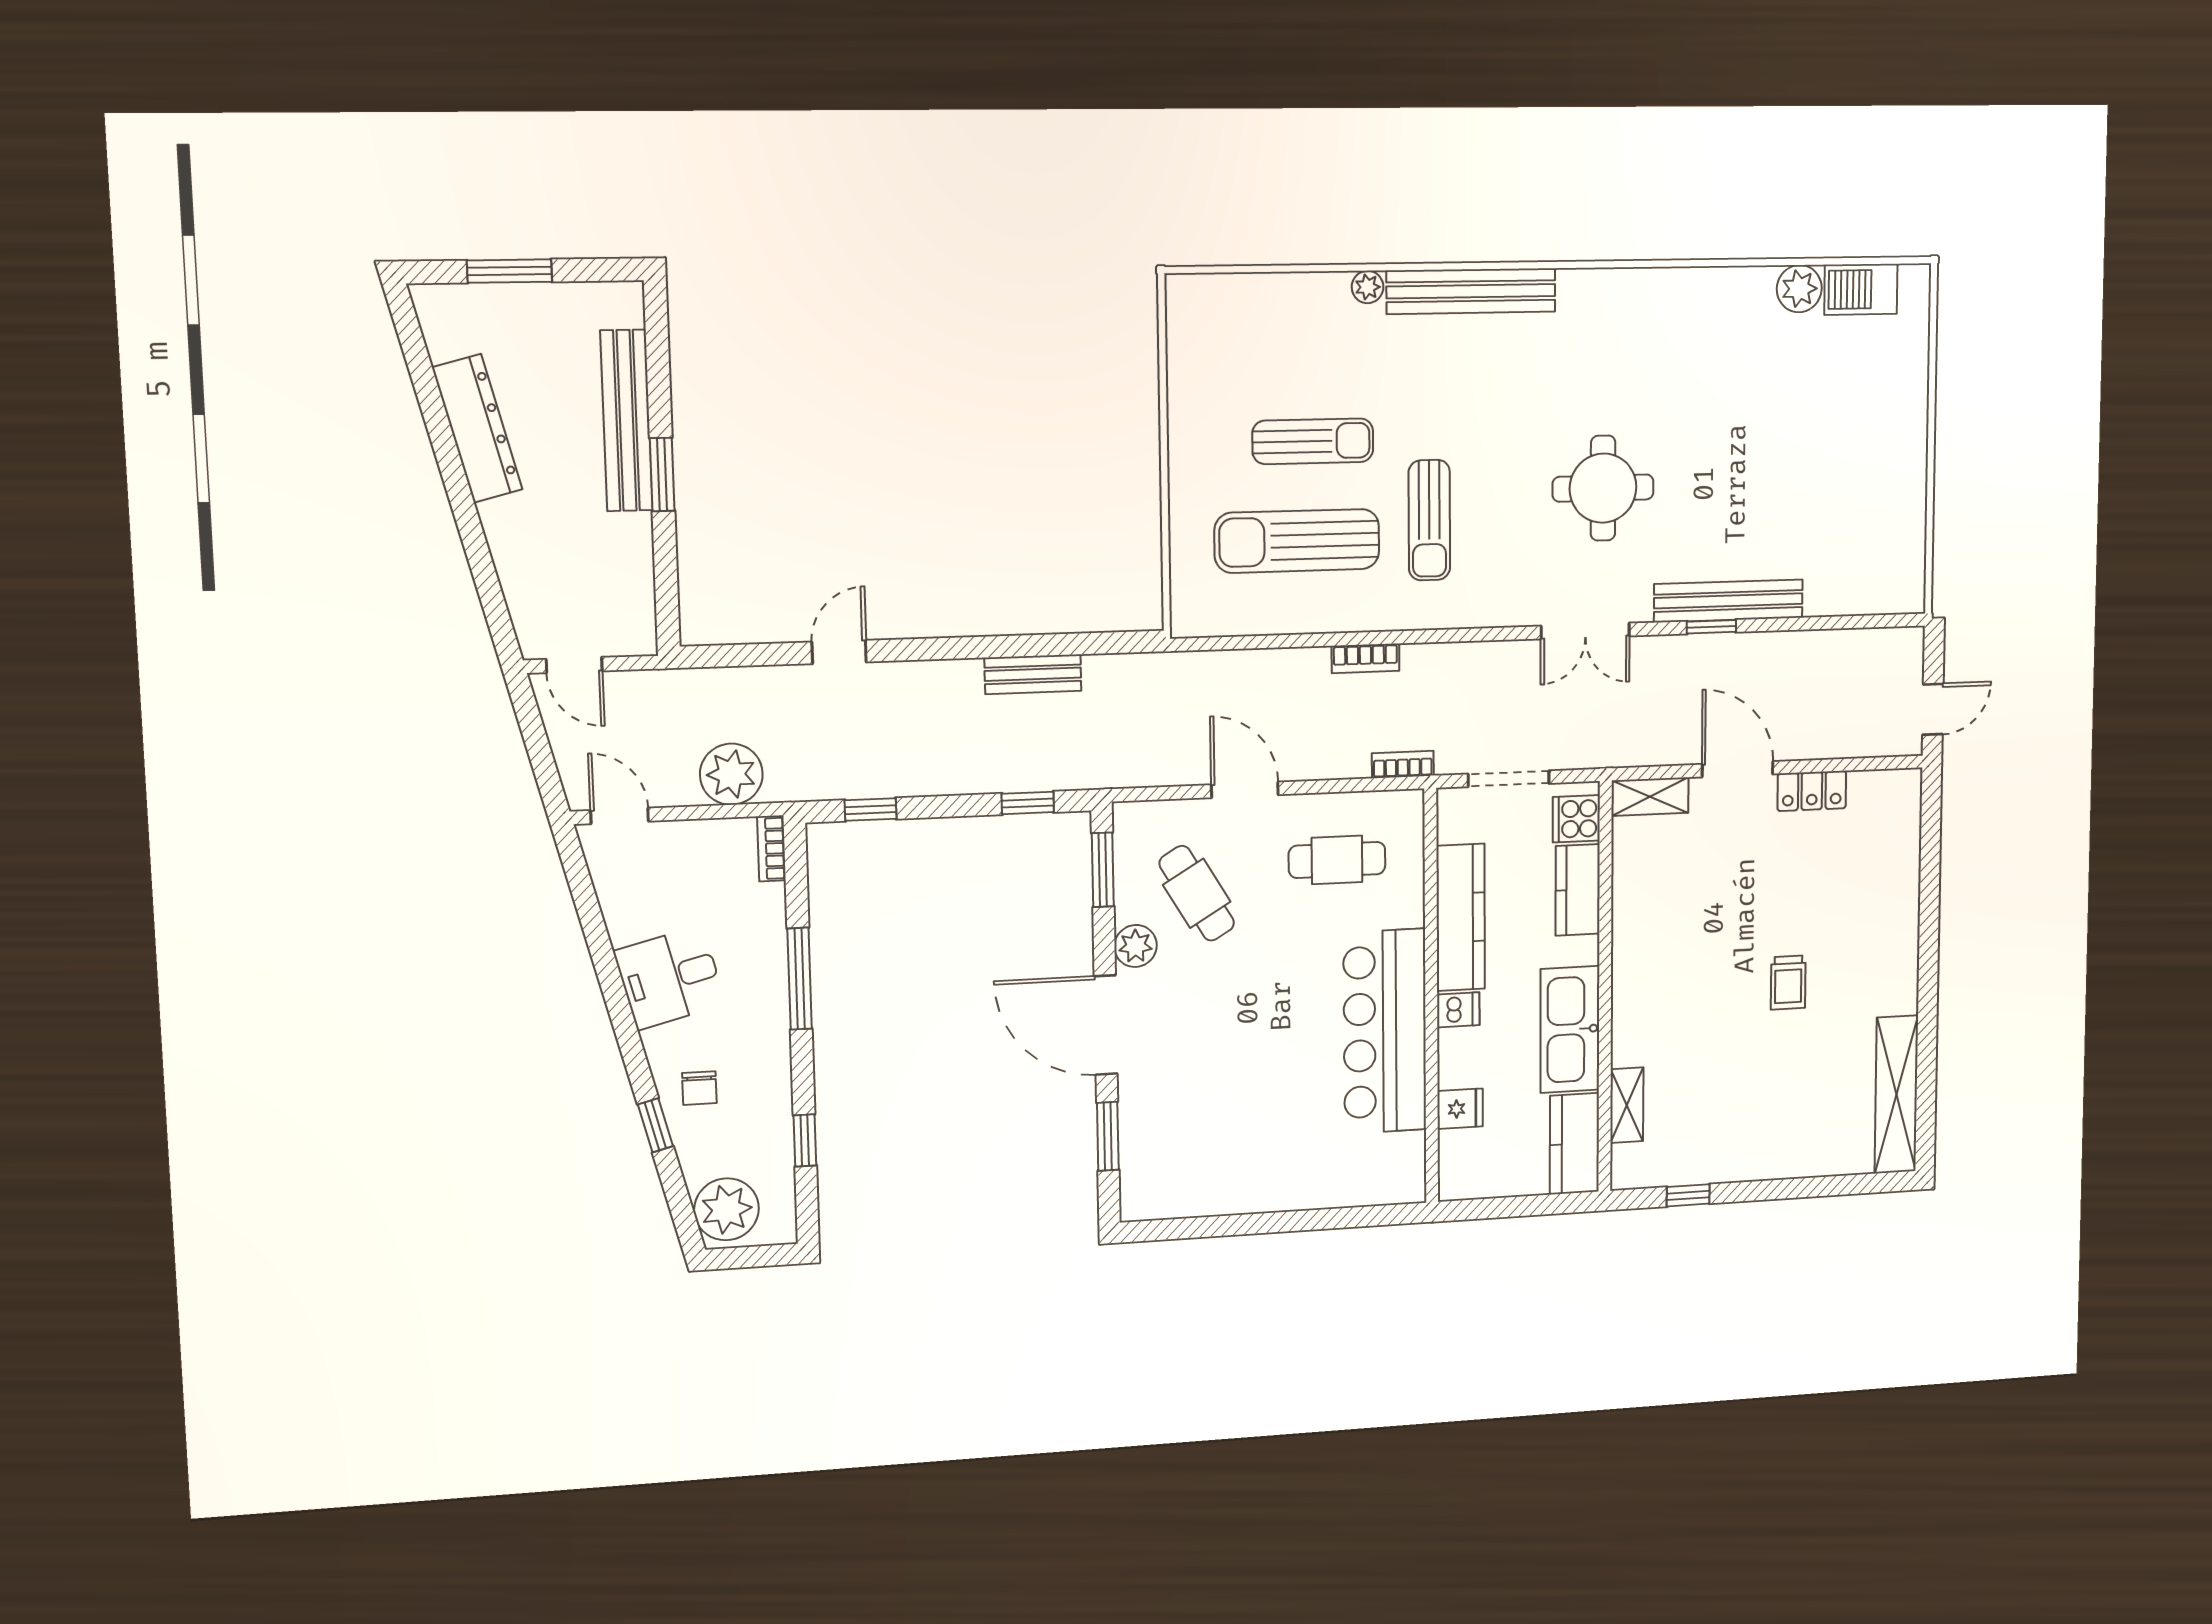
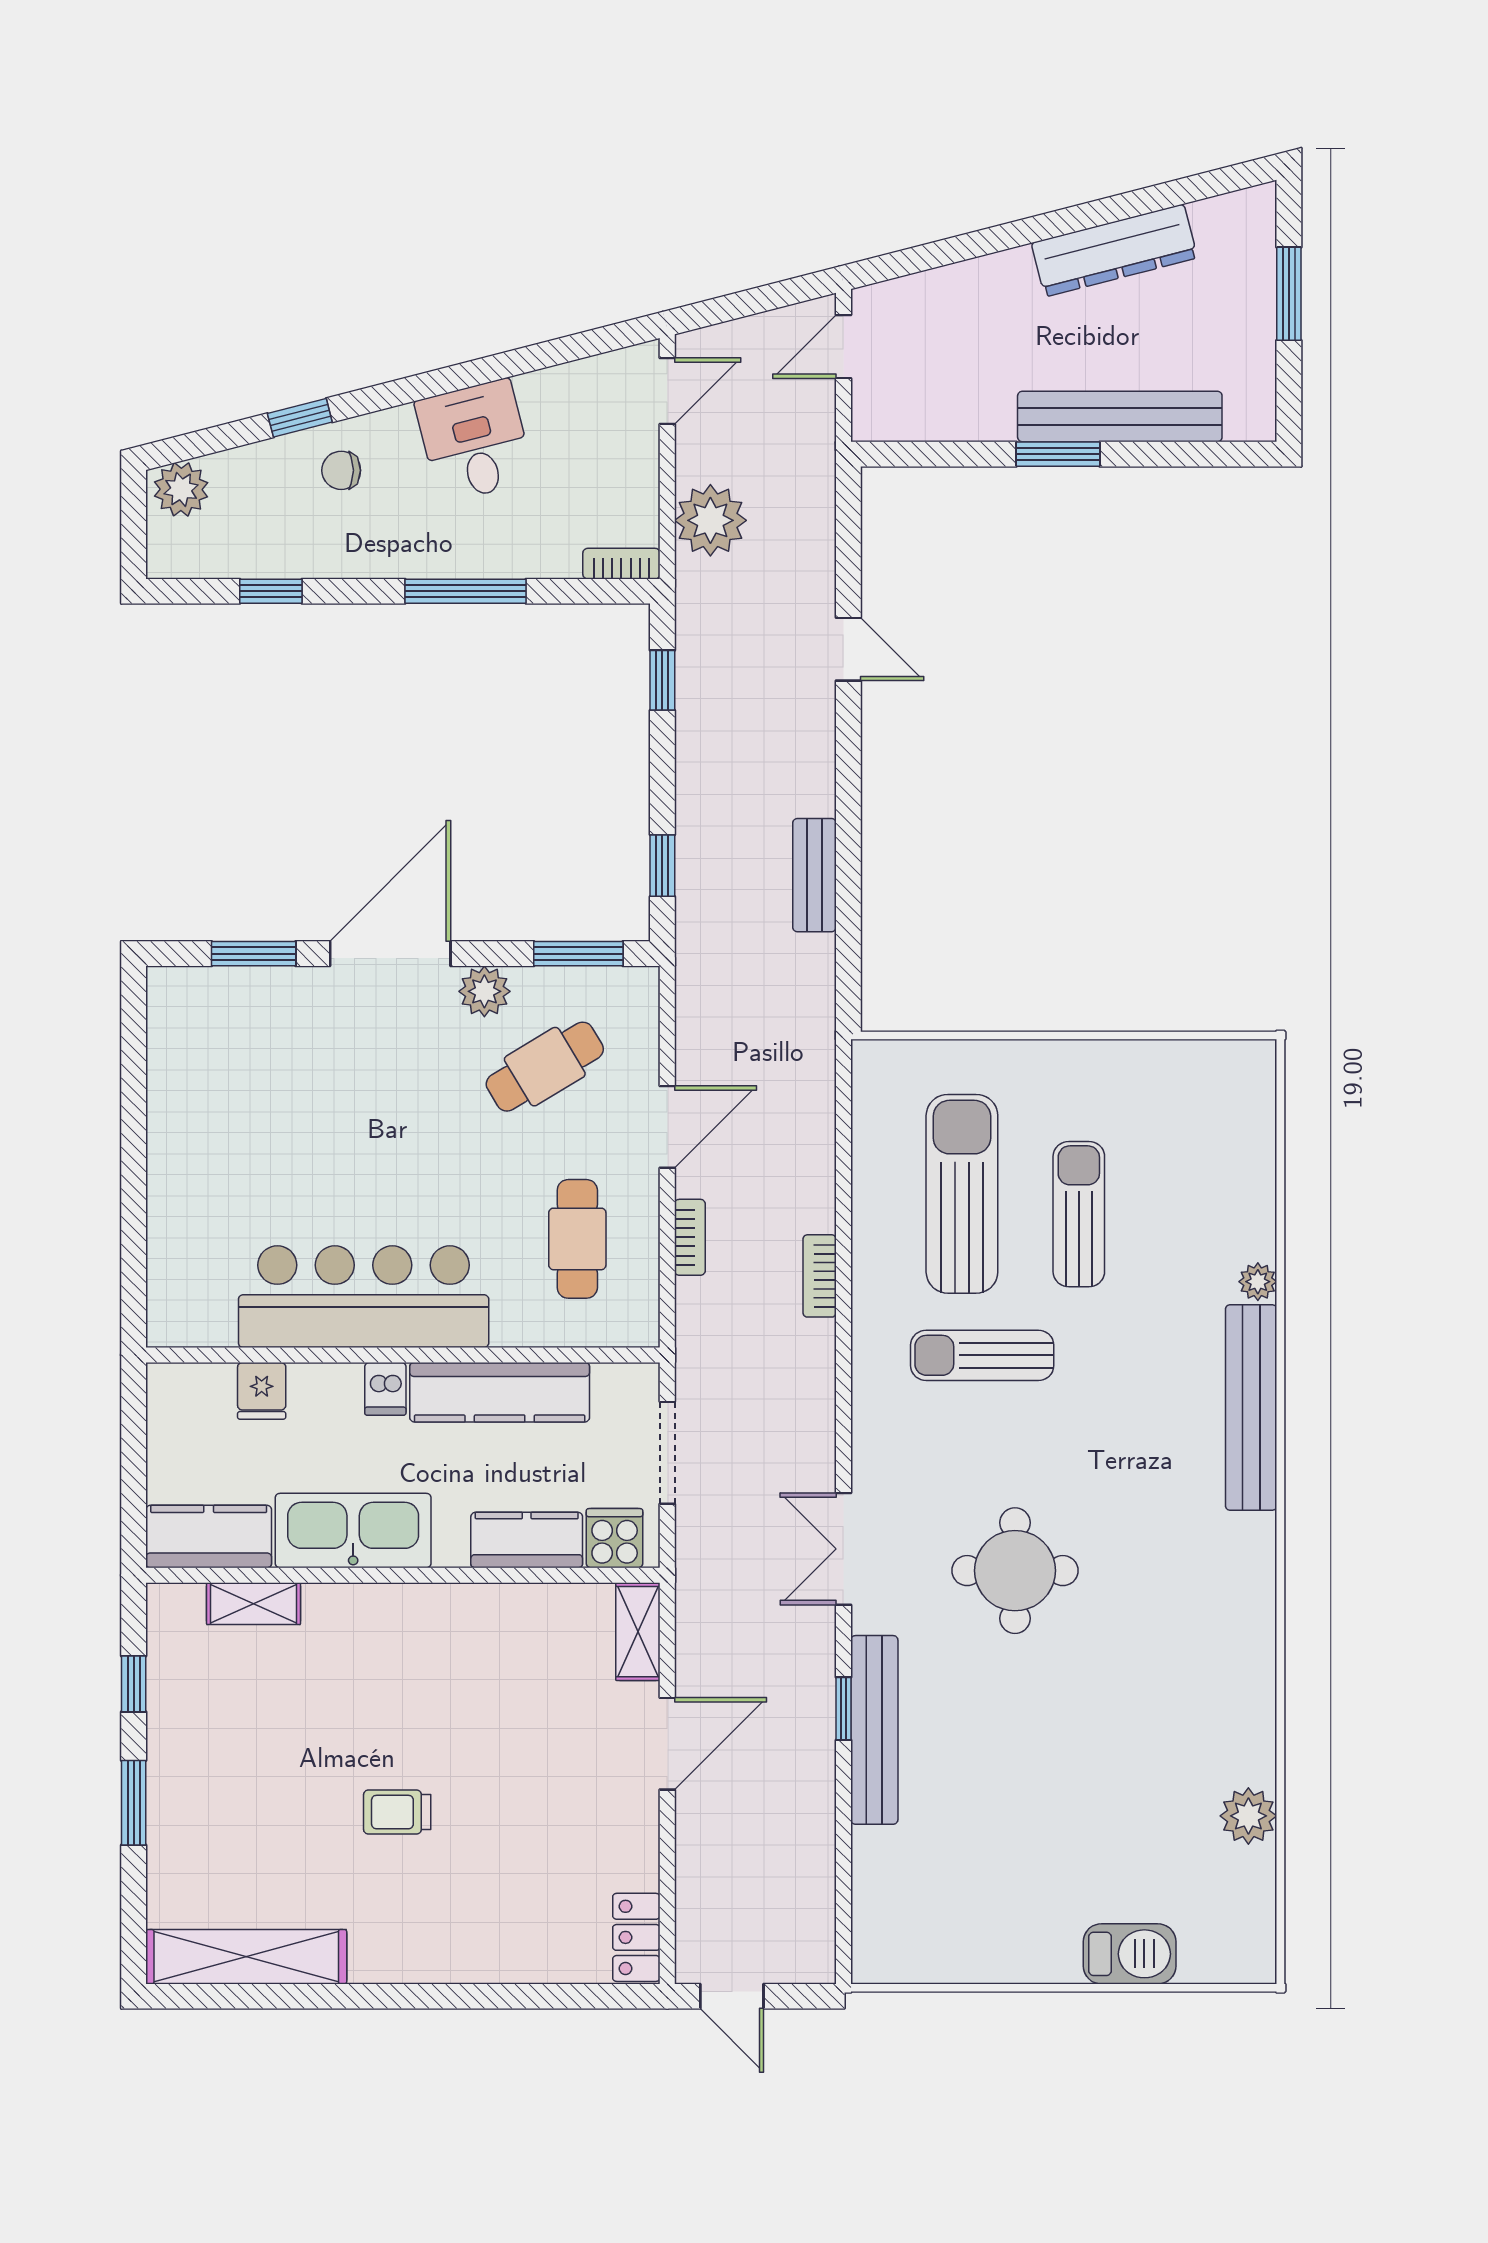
barbecue: (1861, 289) -> (1130, 1954), moved, turned 90
sun lounger: (1313, 441) -> (1079, 1214), turned 180
bookcase: (1403, 765) -> (690, 1237), moved
locker: (1812, 791) -> (636, 1937), moved
window: (1779, 1189) -> (134, 1803), added
plant: (726, 1209) -> (181, 489), width x0.73, depth x0.73

